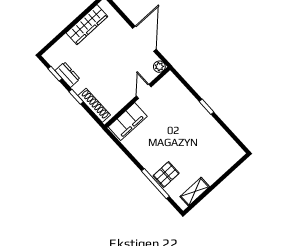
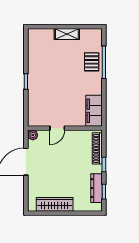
dresser: (67, 75) -> (96, 188), width x1.44
filing cabinet: (128, 122) -> (94, 111), moved, turned -90
pallet: (166, 174) -> (92, 62), turned 90
shelving: (195, 192) -> (67, 34), moved

